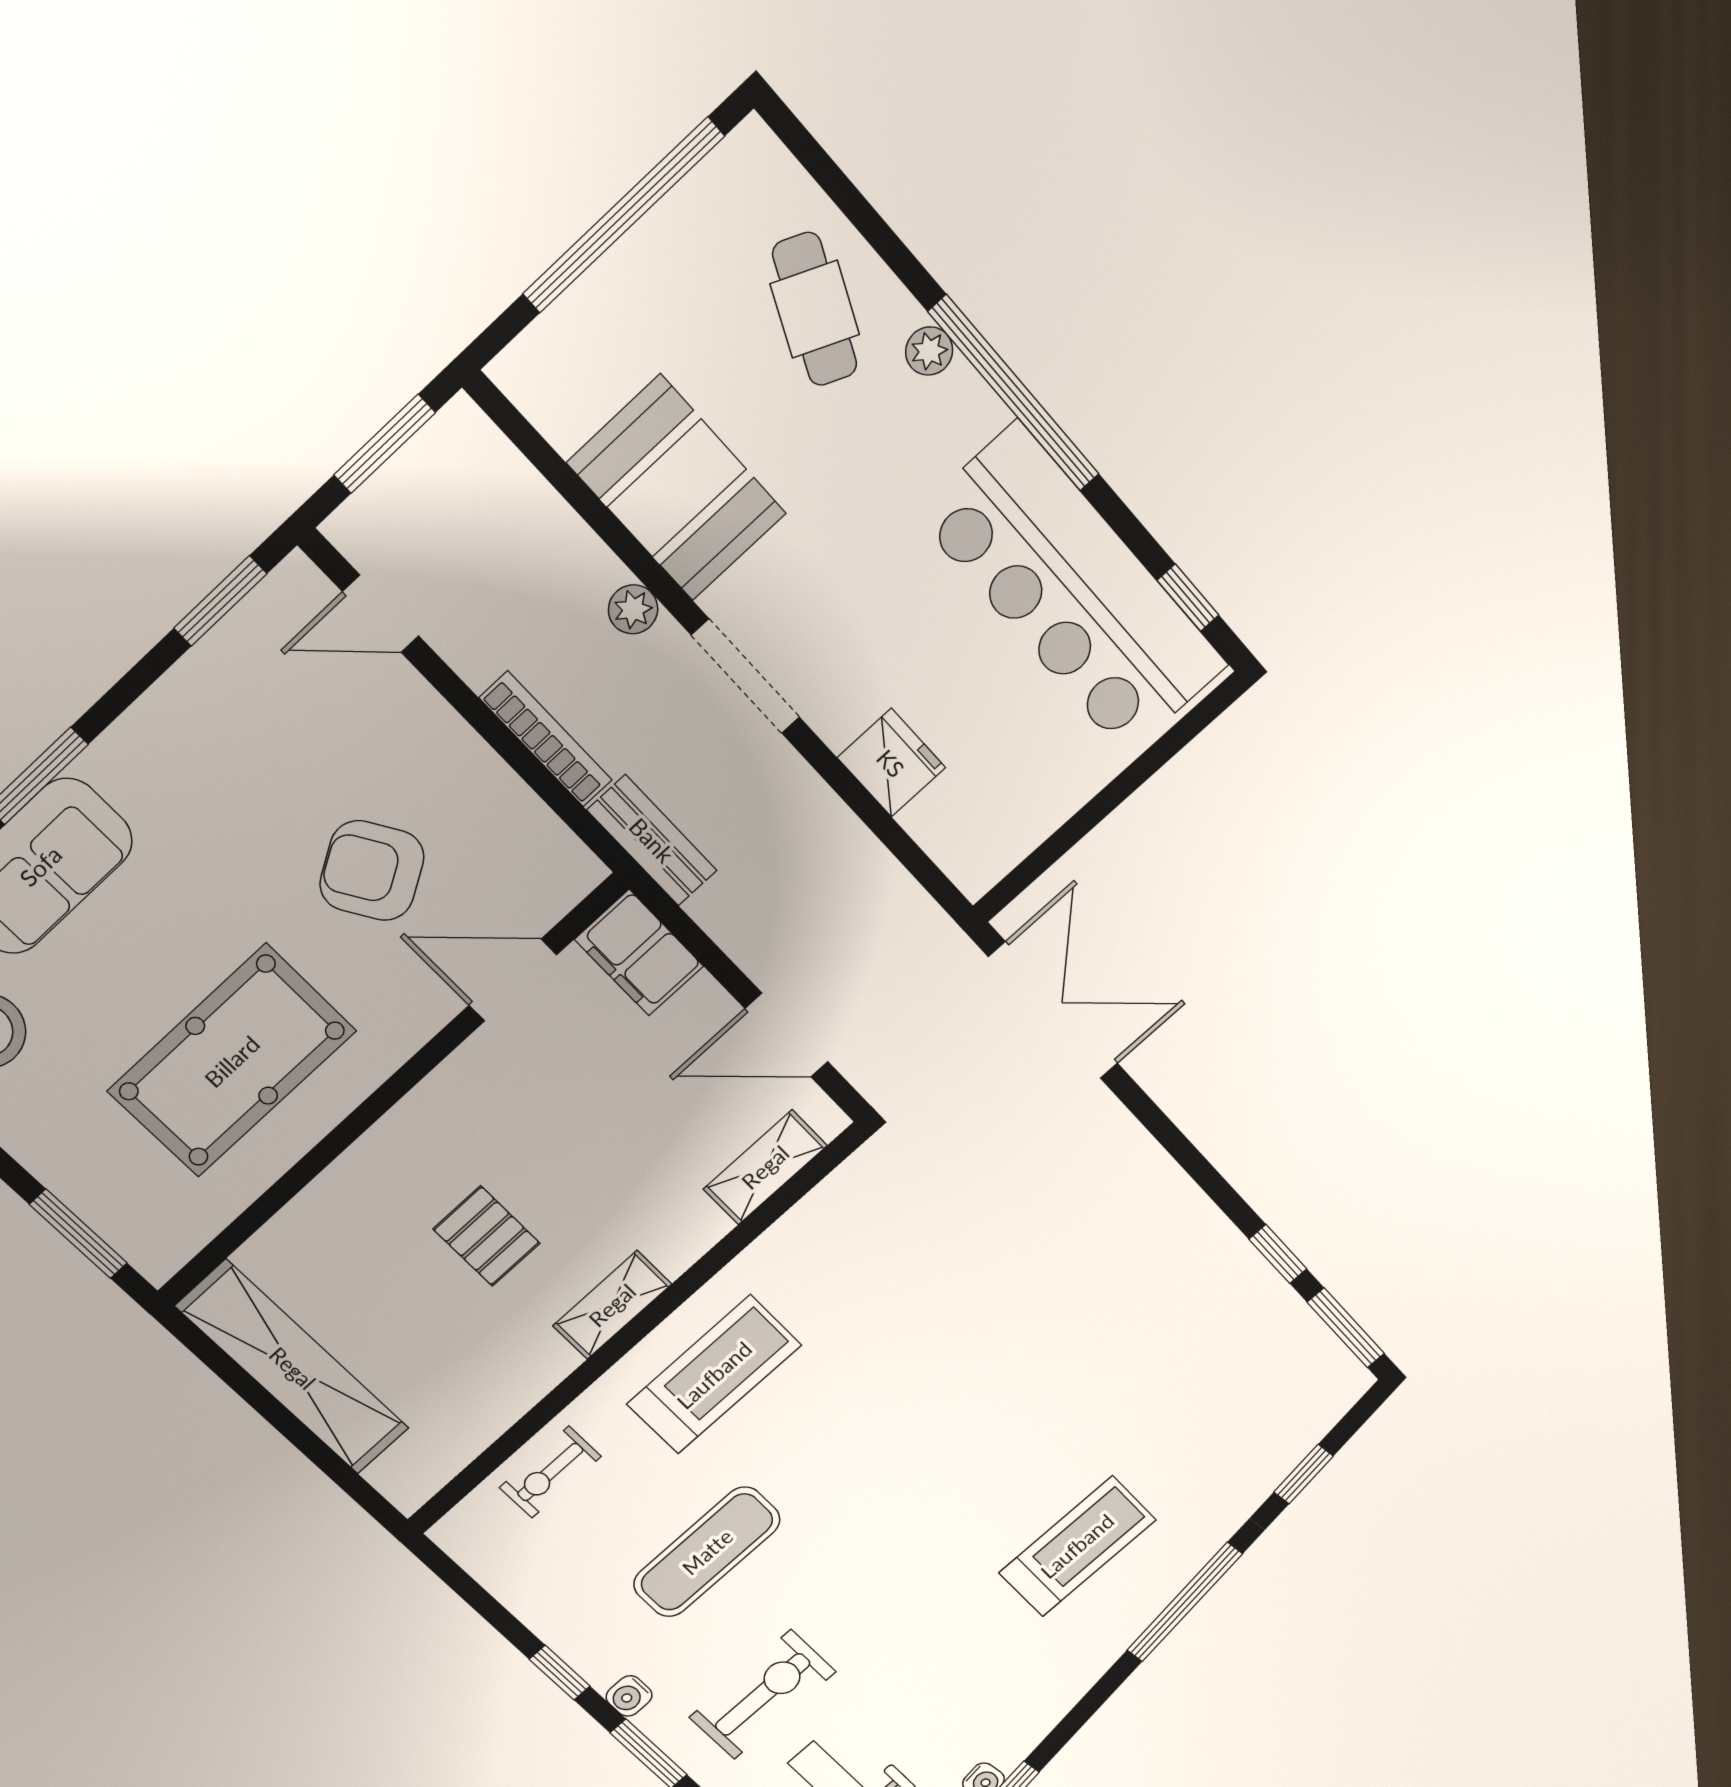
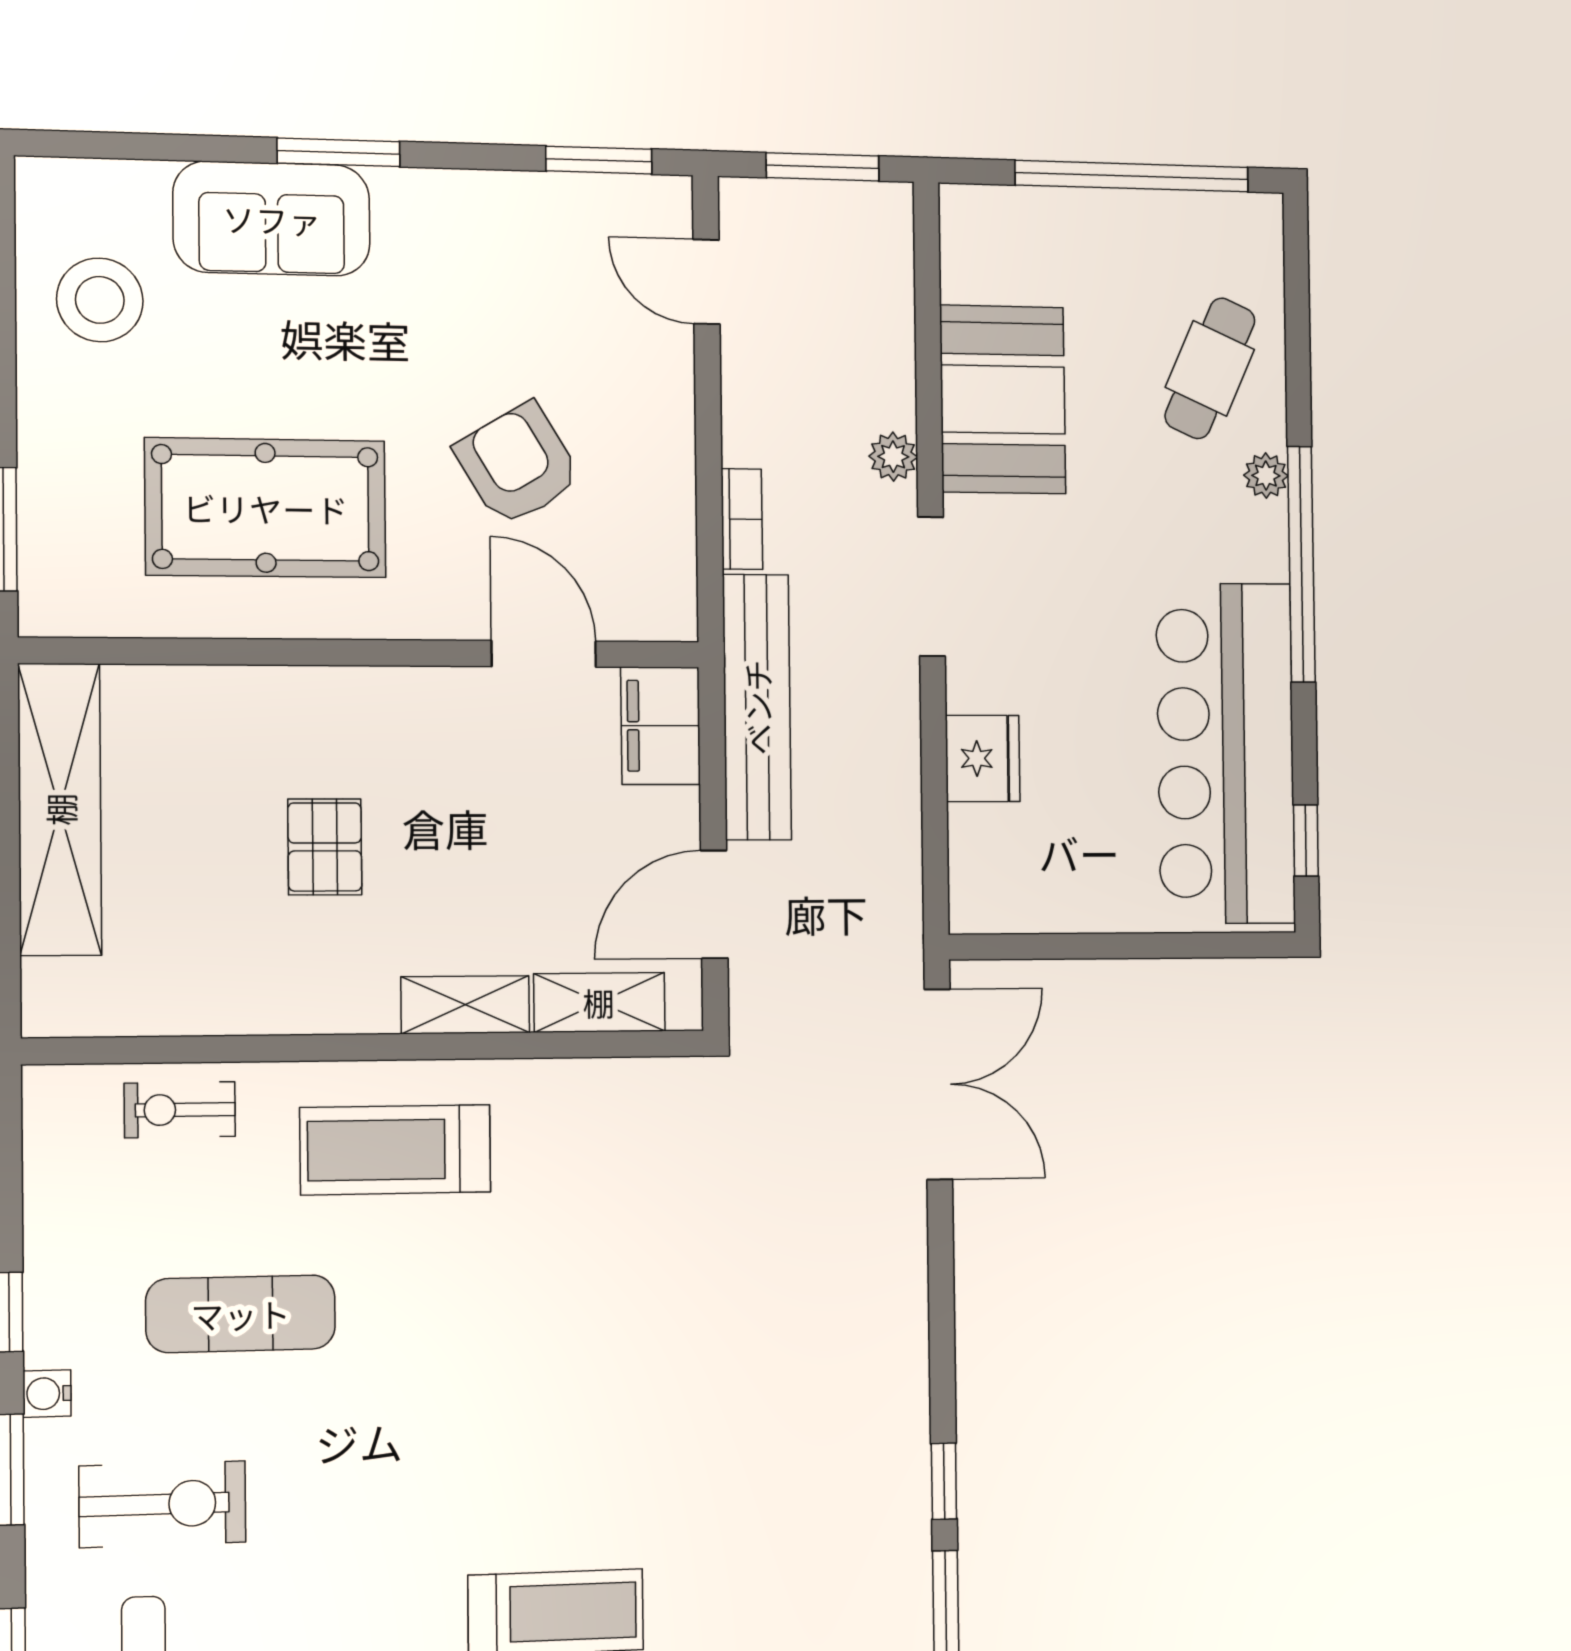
bookcase: (546, 739) -> (742, 519), width x0.64
bench: (652, 840) -> (757, 707), width x1.86, depth x1.21
door: (786, 1035) -> (714, 904), hinge flipped
shelving: (612, 1305) -> (465, 1005), moved
treadmill: (714, 1375) -> (395, 1150), turned 180

